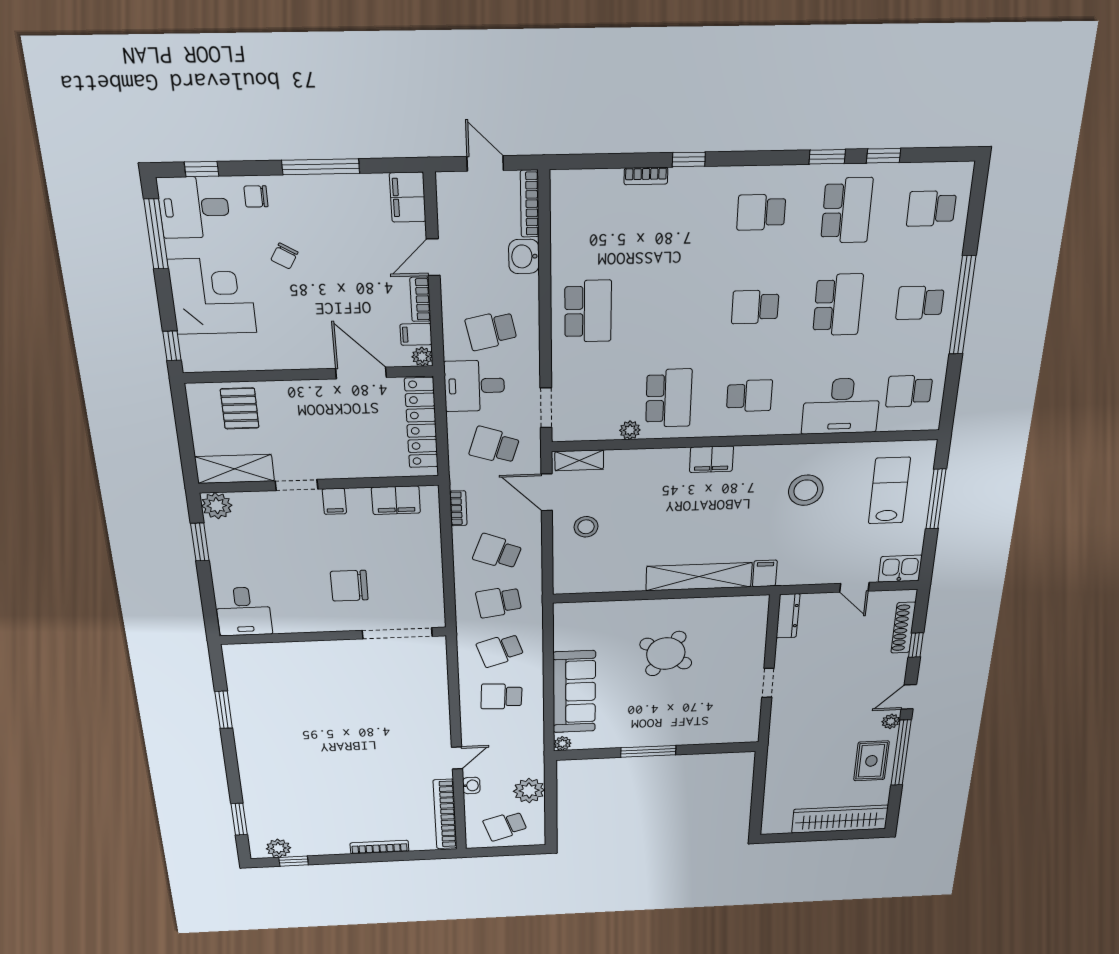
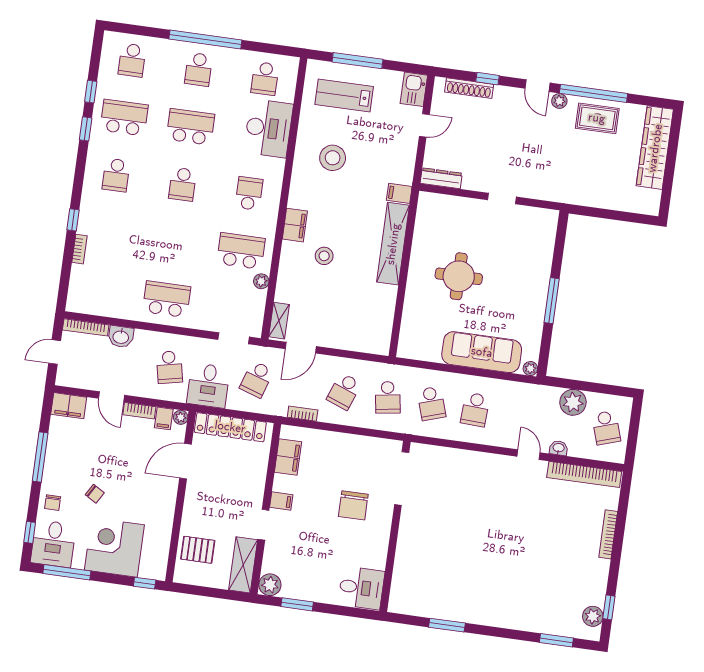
stool: (586, 527) -> (324, 256), moved
round table: (666, 654) -> (459, 276), turned -33

